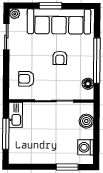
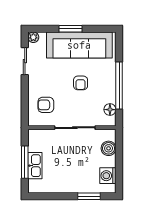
kitchen sink: (16, 115) -> (35, 166), moved

